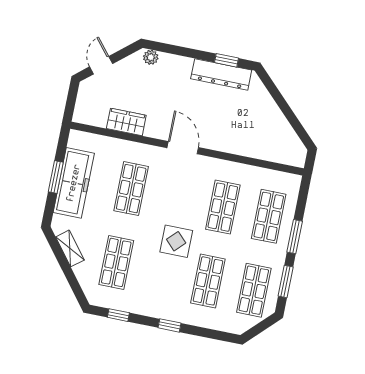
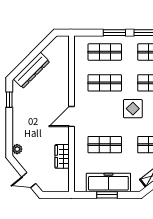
dresser: (221, 74) -> (32, 70), moved, turned 45

